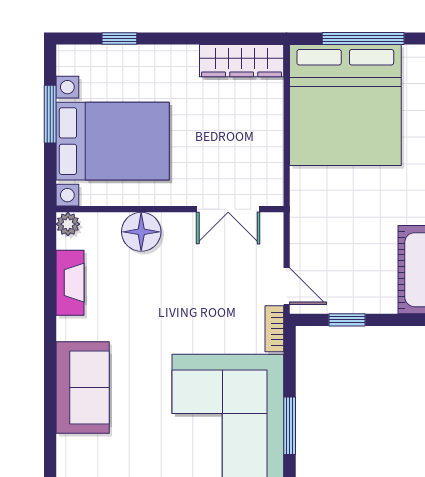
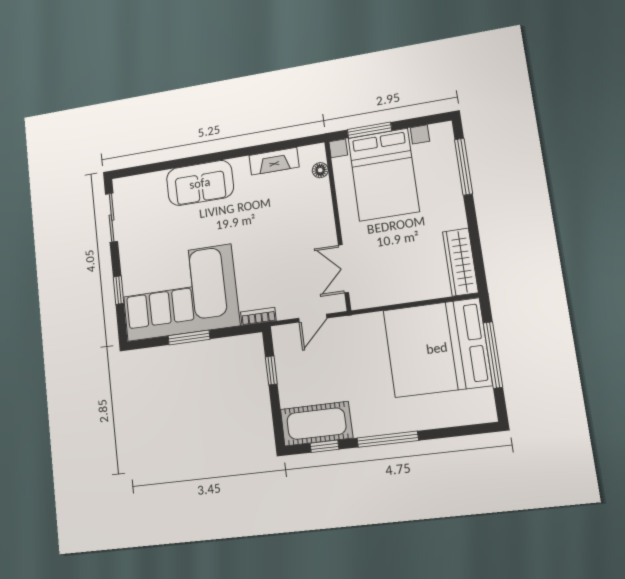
window: (119, 38) -> (464, 167), width x2.17
window: (50, 114) -> (369, 130), moved
plant: (68, 224) -> (317, 152), removed
floor lamp: (141, 232) -> (320, 170), moved, width x0.53, depth x0.53
door: (287, 286) -> (313, 318), moved

